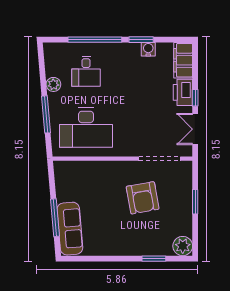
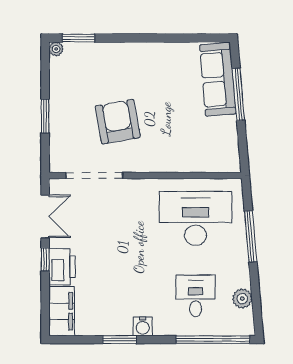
window: (95, 40) -> (213, 340), moved
water cooler: (148, 49) -> (143, 326), moved
plant: (53, 84) -> (242, 299), moved
plant: (183, 246) -> (56, 49), width x0.53, depth x0.53
window: (154, 259) -> (78, 38), moved

